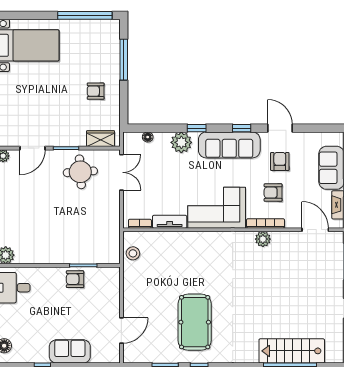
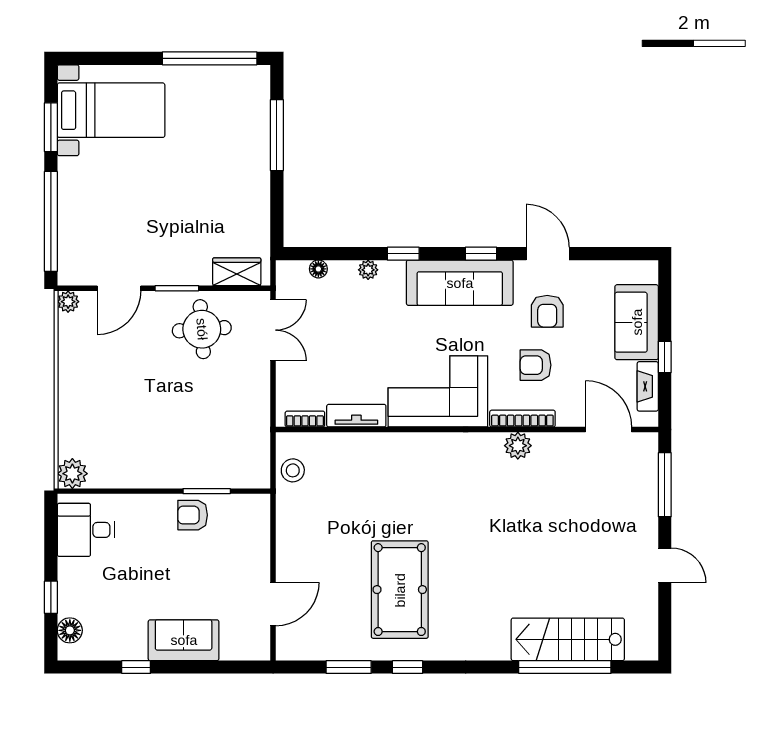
armchair: (96, 91) -> (228, 189), removed
plant: (181, 142) -> (368, 270), width x0.53, depth x0.53
armchair: (280, 161) -> (547, 311), turned 180

